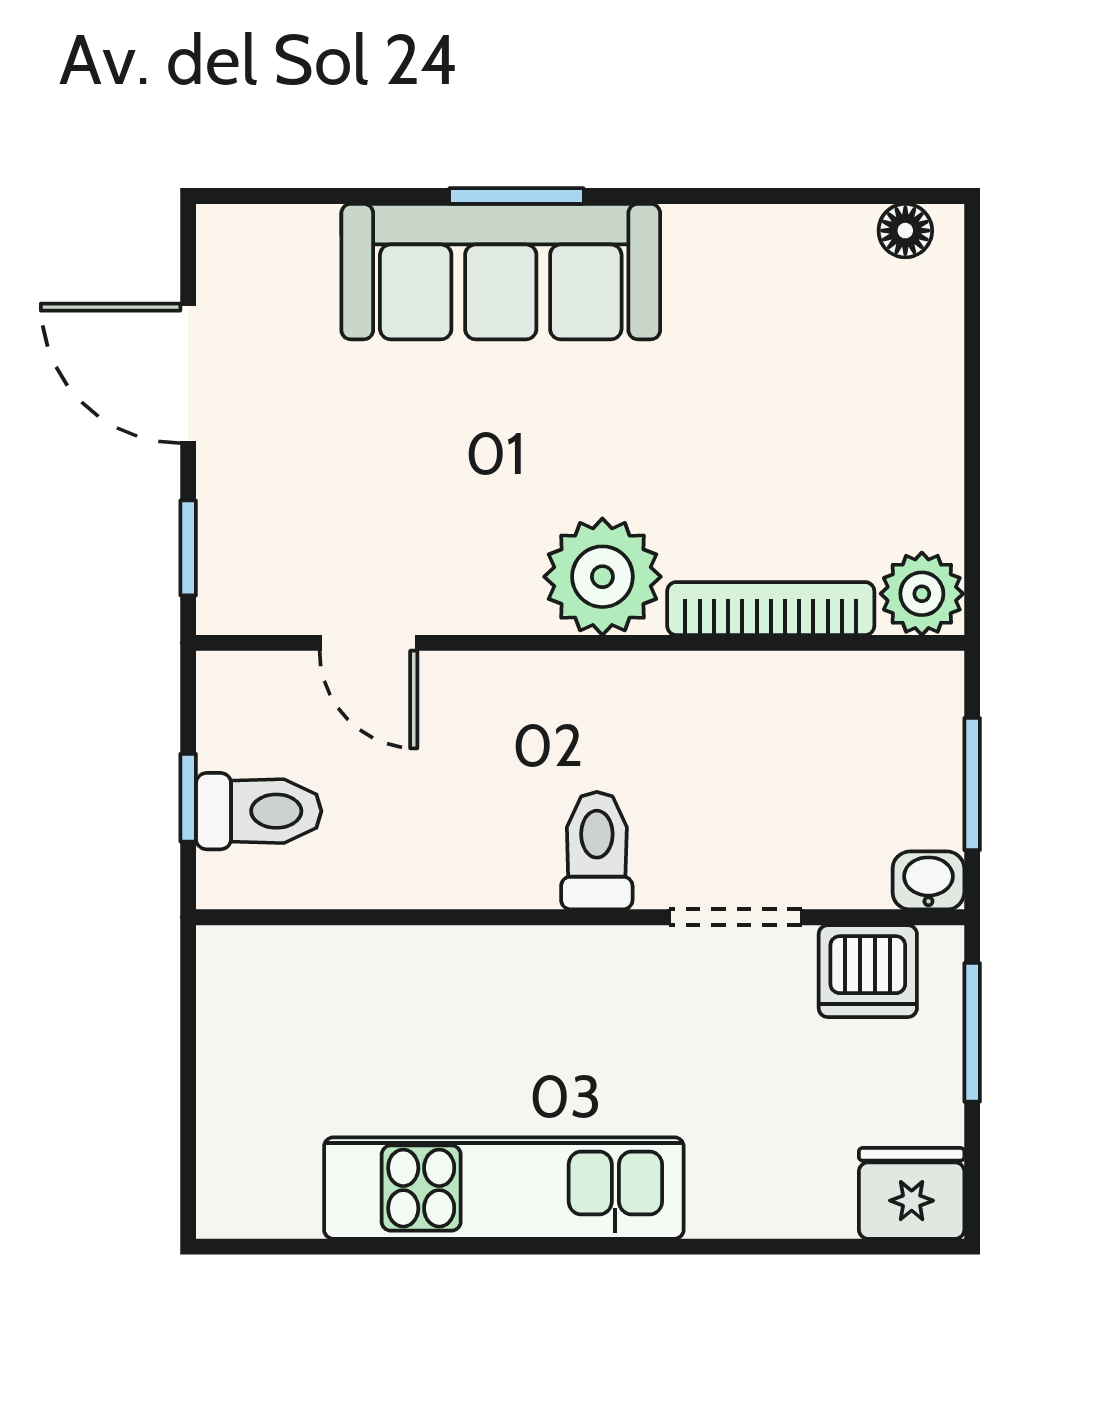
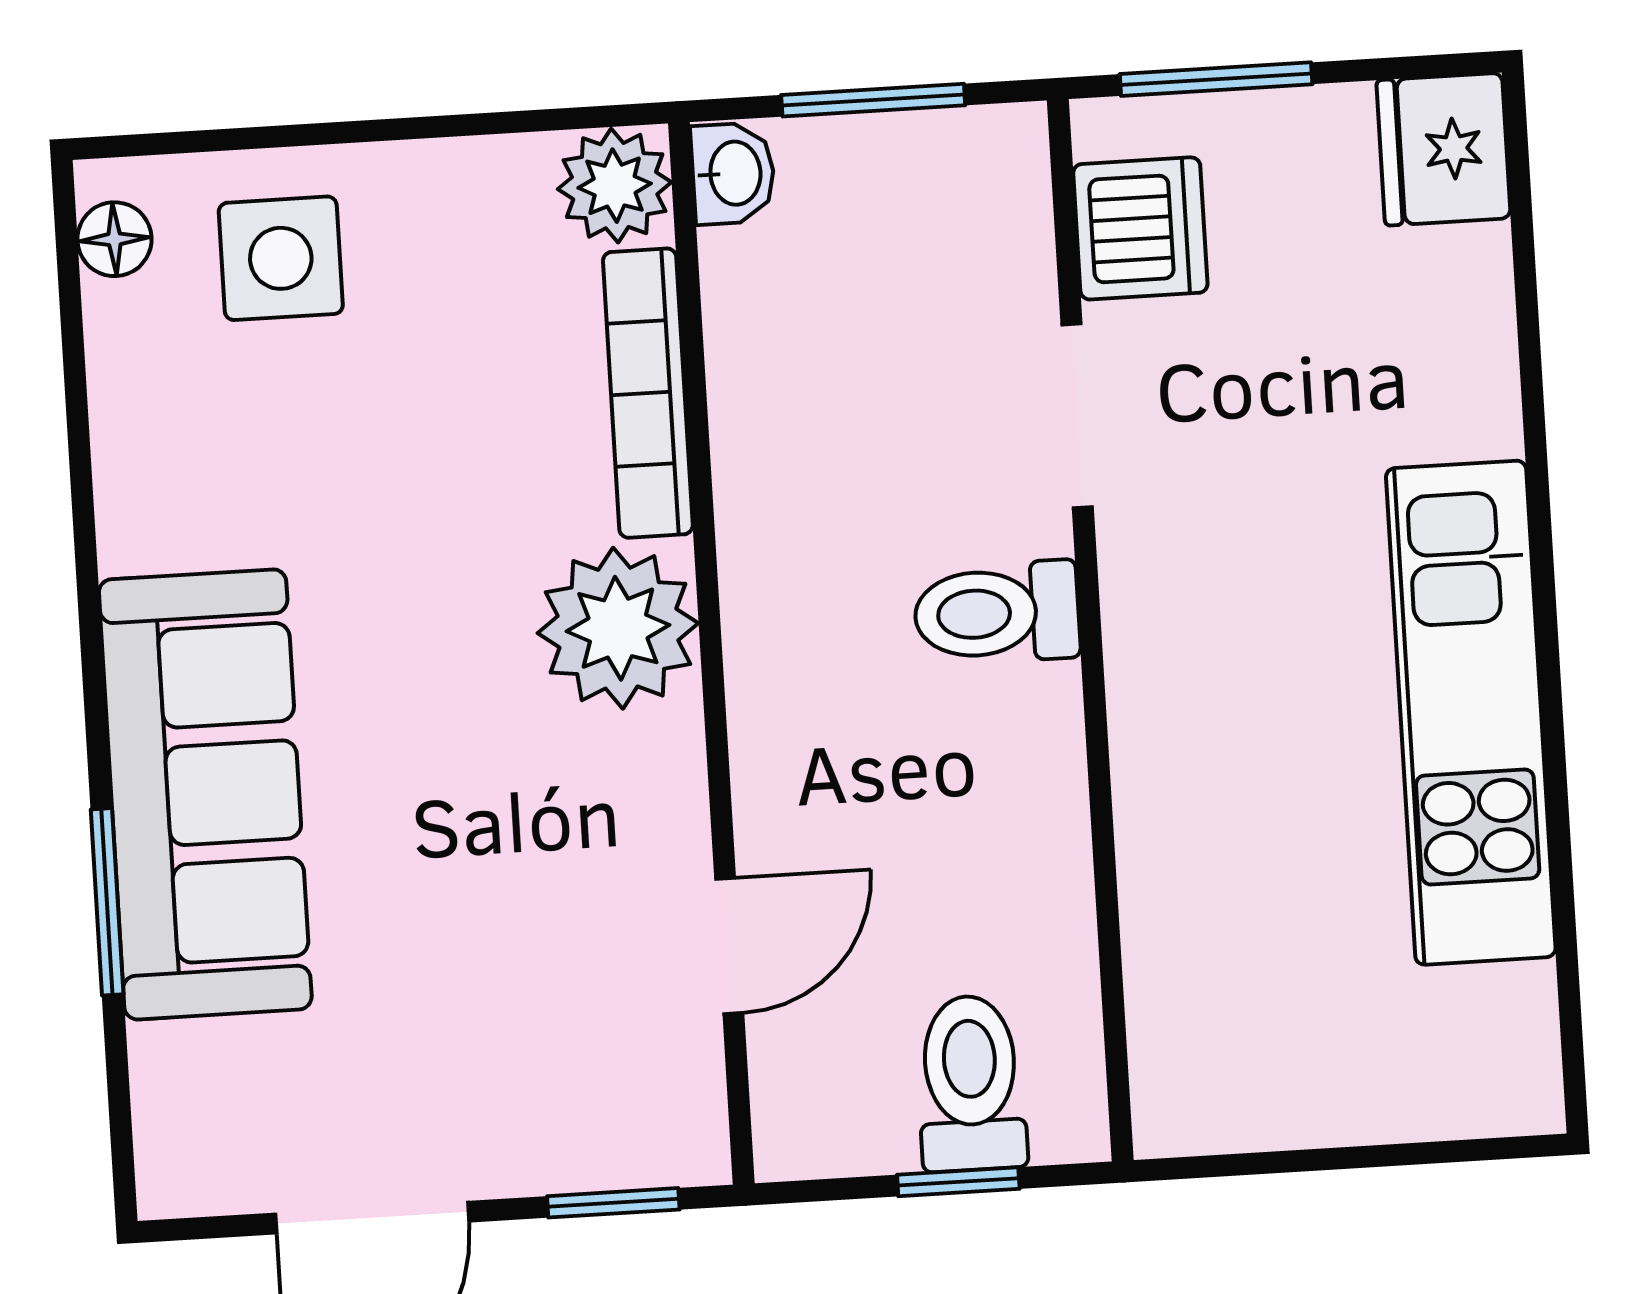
window: (517, 196) -> (107, 902), moved
side table: (884, 350) -> (281, 258), added
washbasin: (928, 880) -> (733, 173), moved, turned 180

